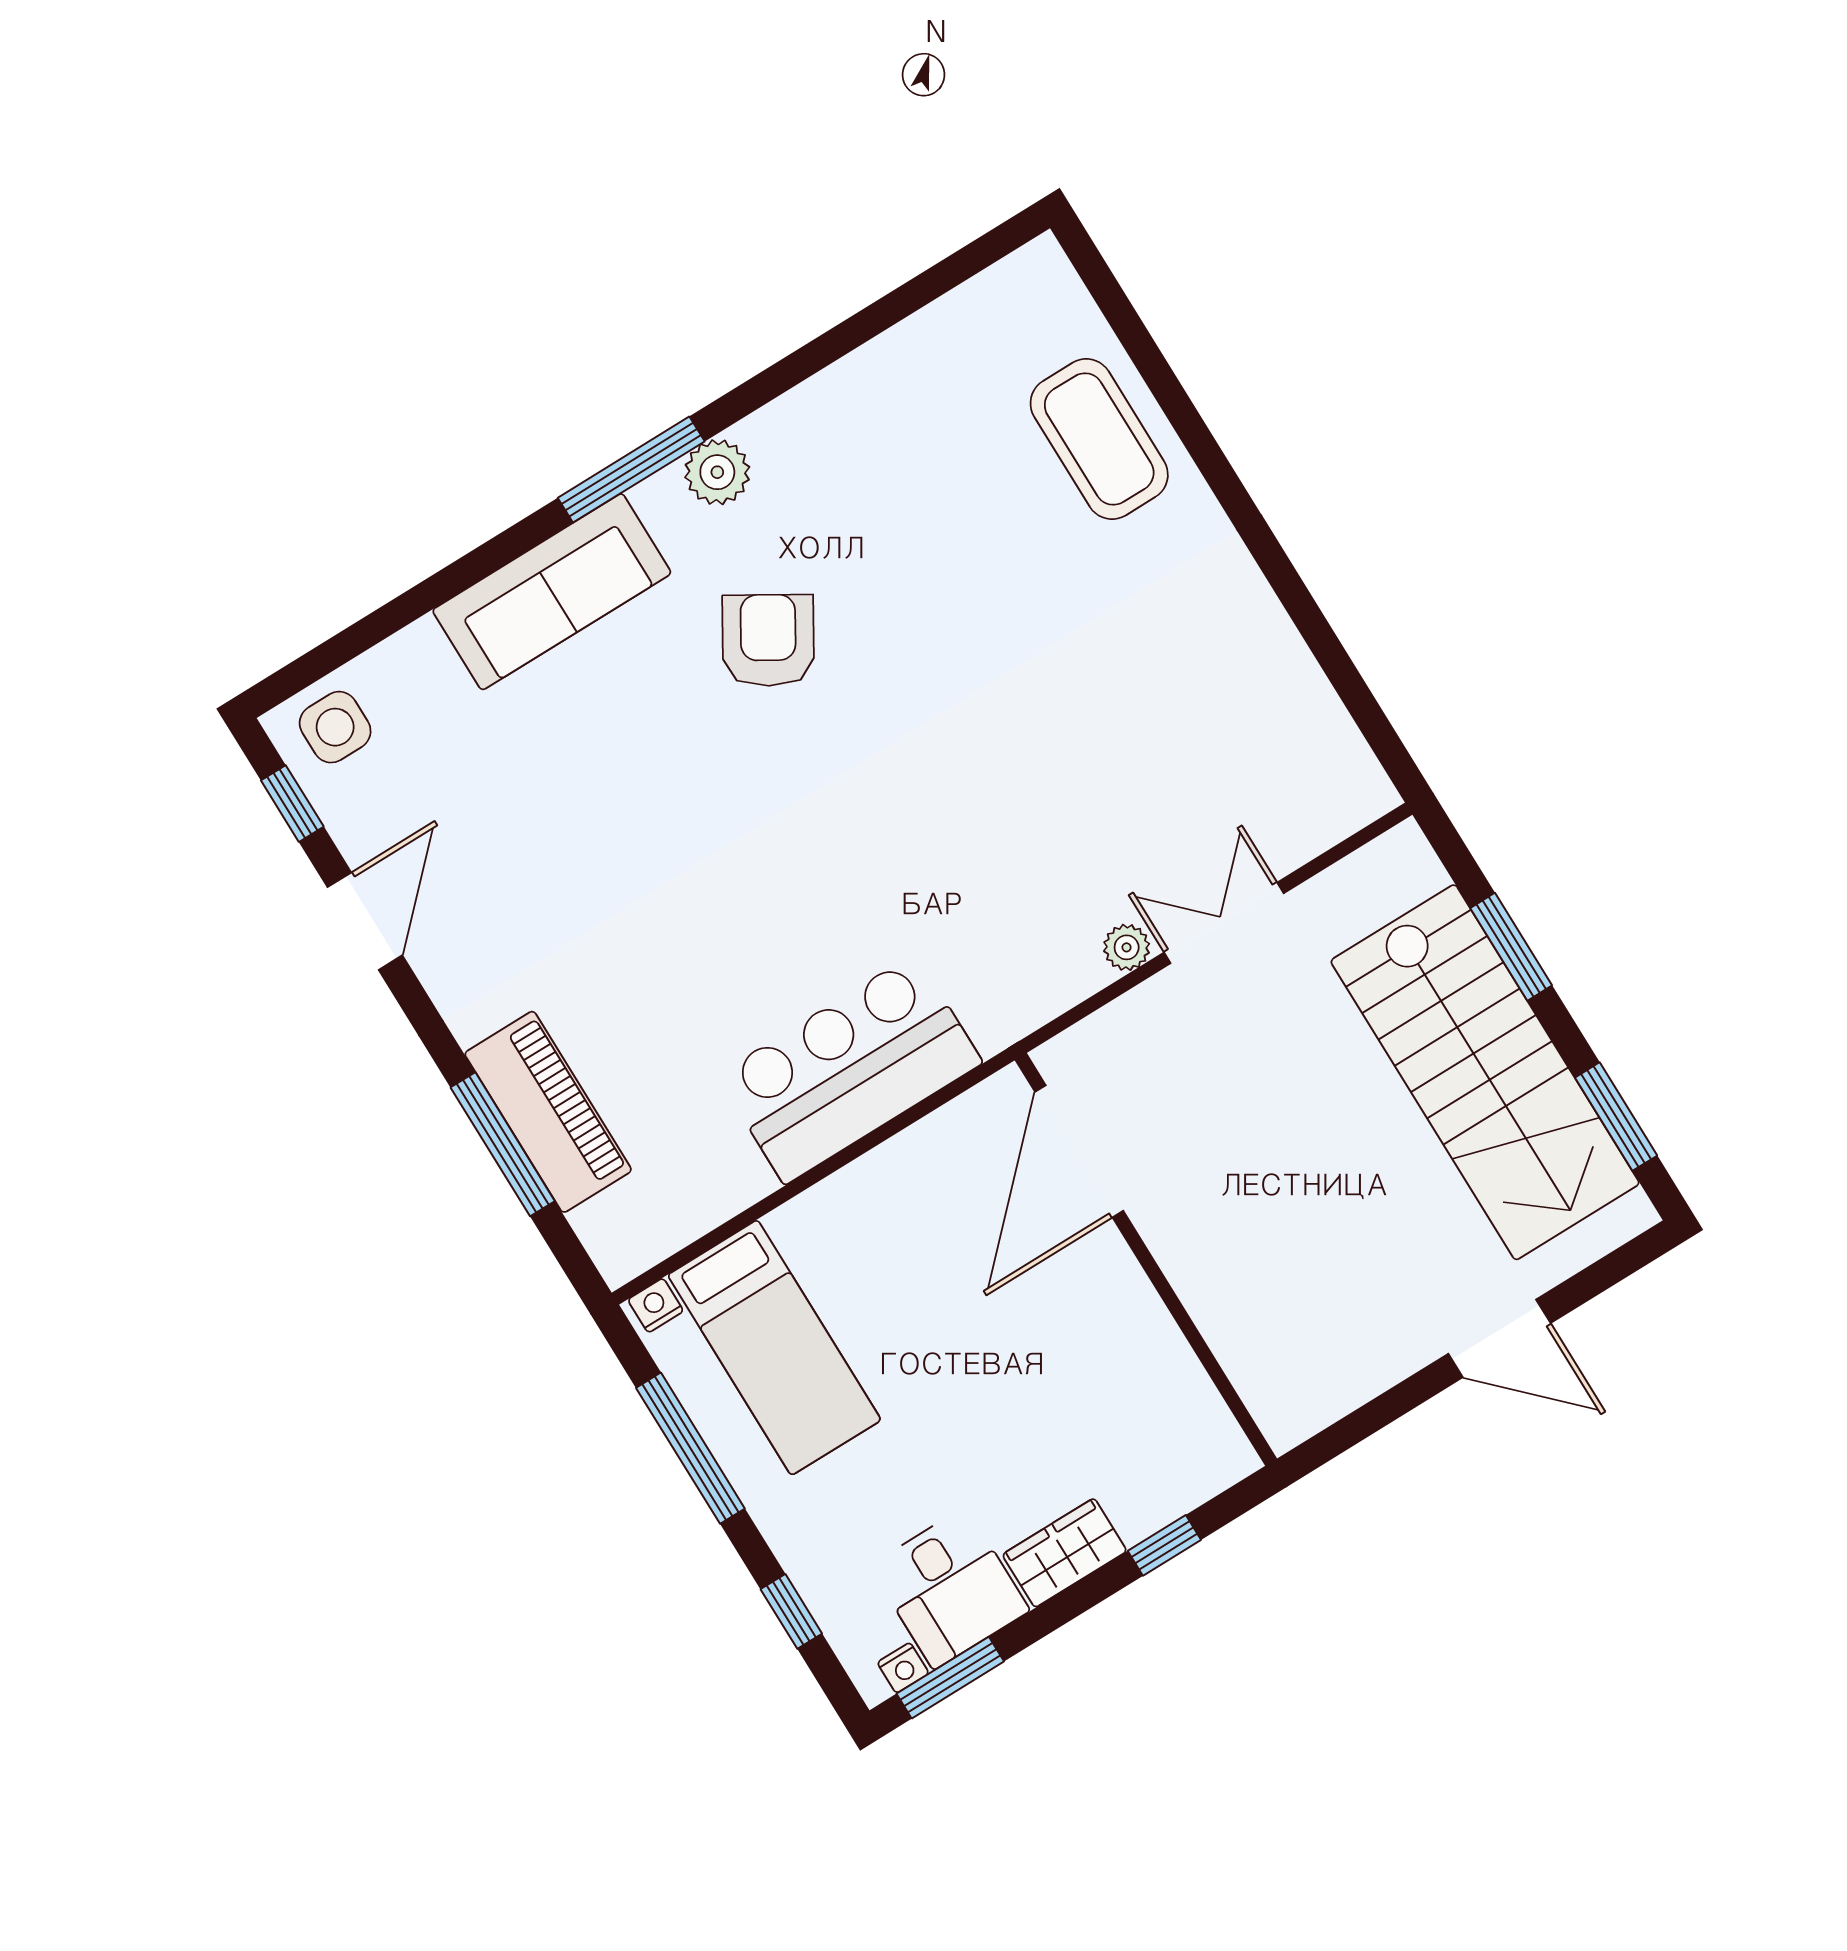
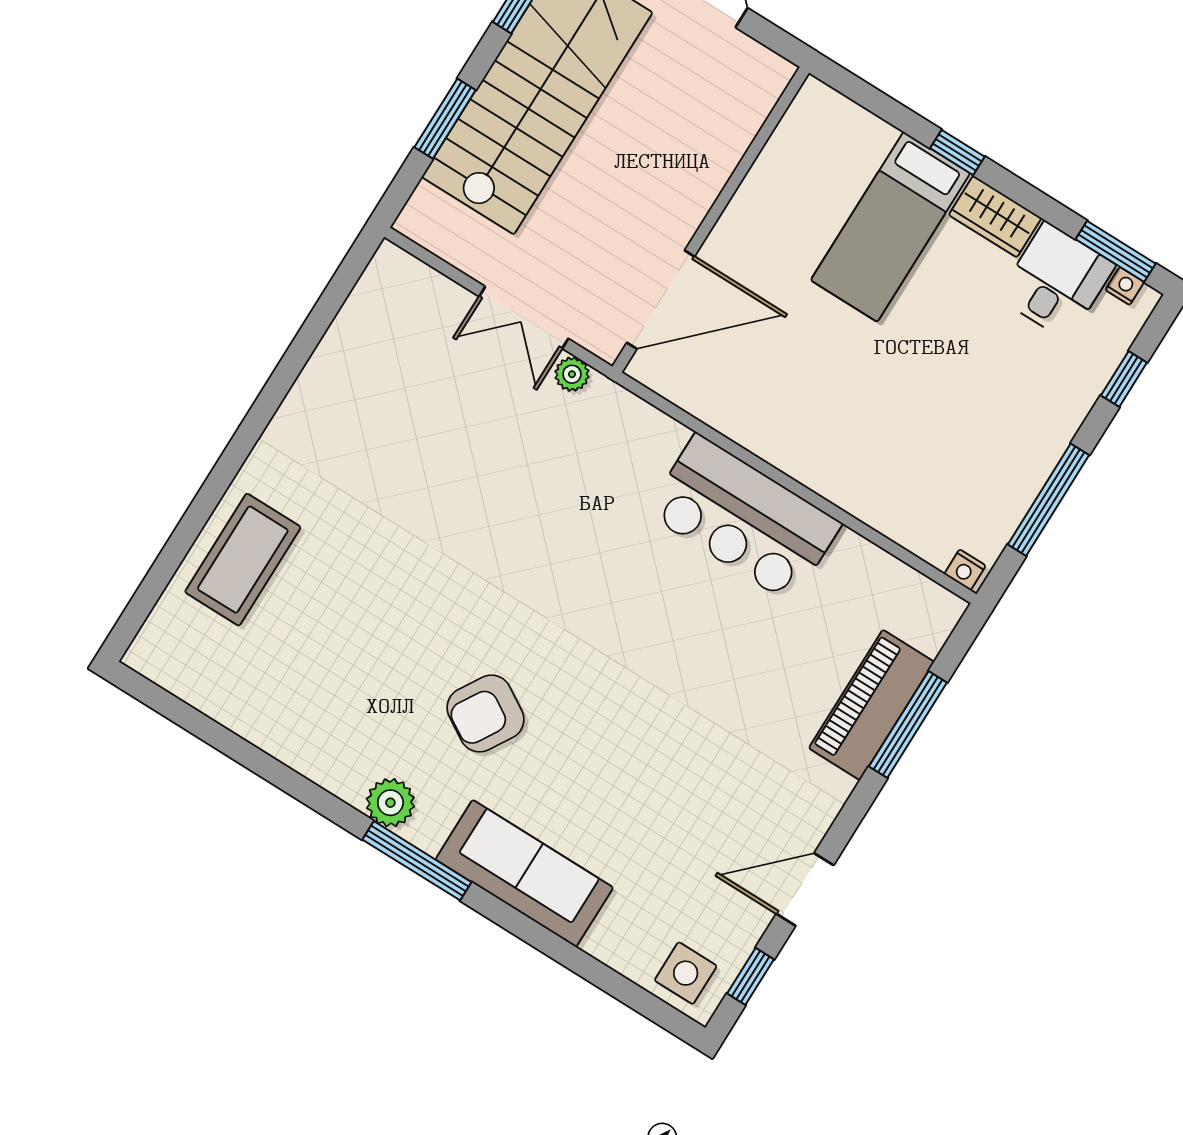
door: (1079, 1151) -> (661, 300), moved
wall: (1146, 1259) -> (711, 220), moved
bed: (774, 1348) -> (890, 227), moved, turned 180

